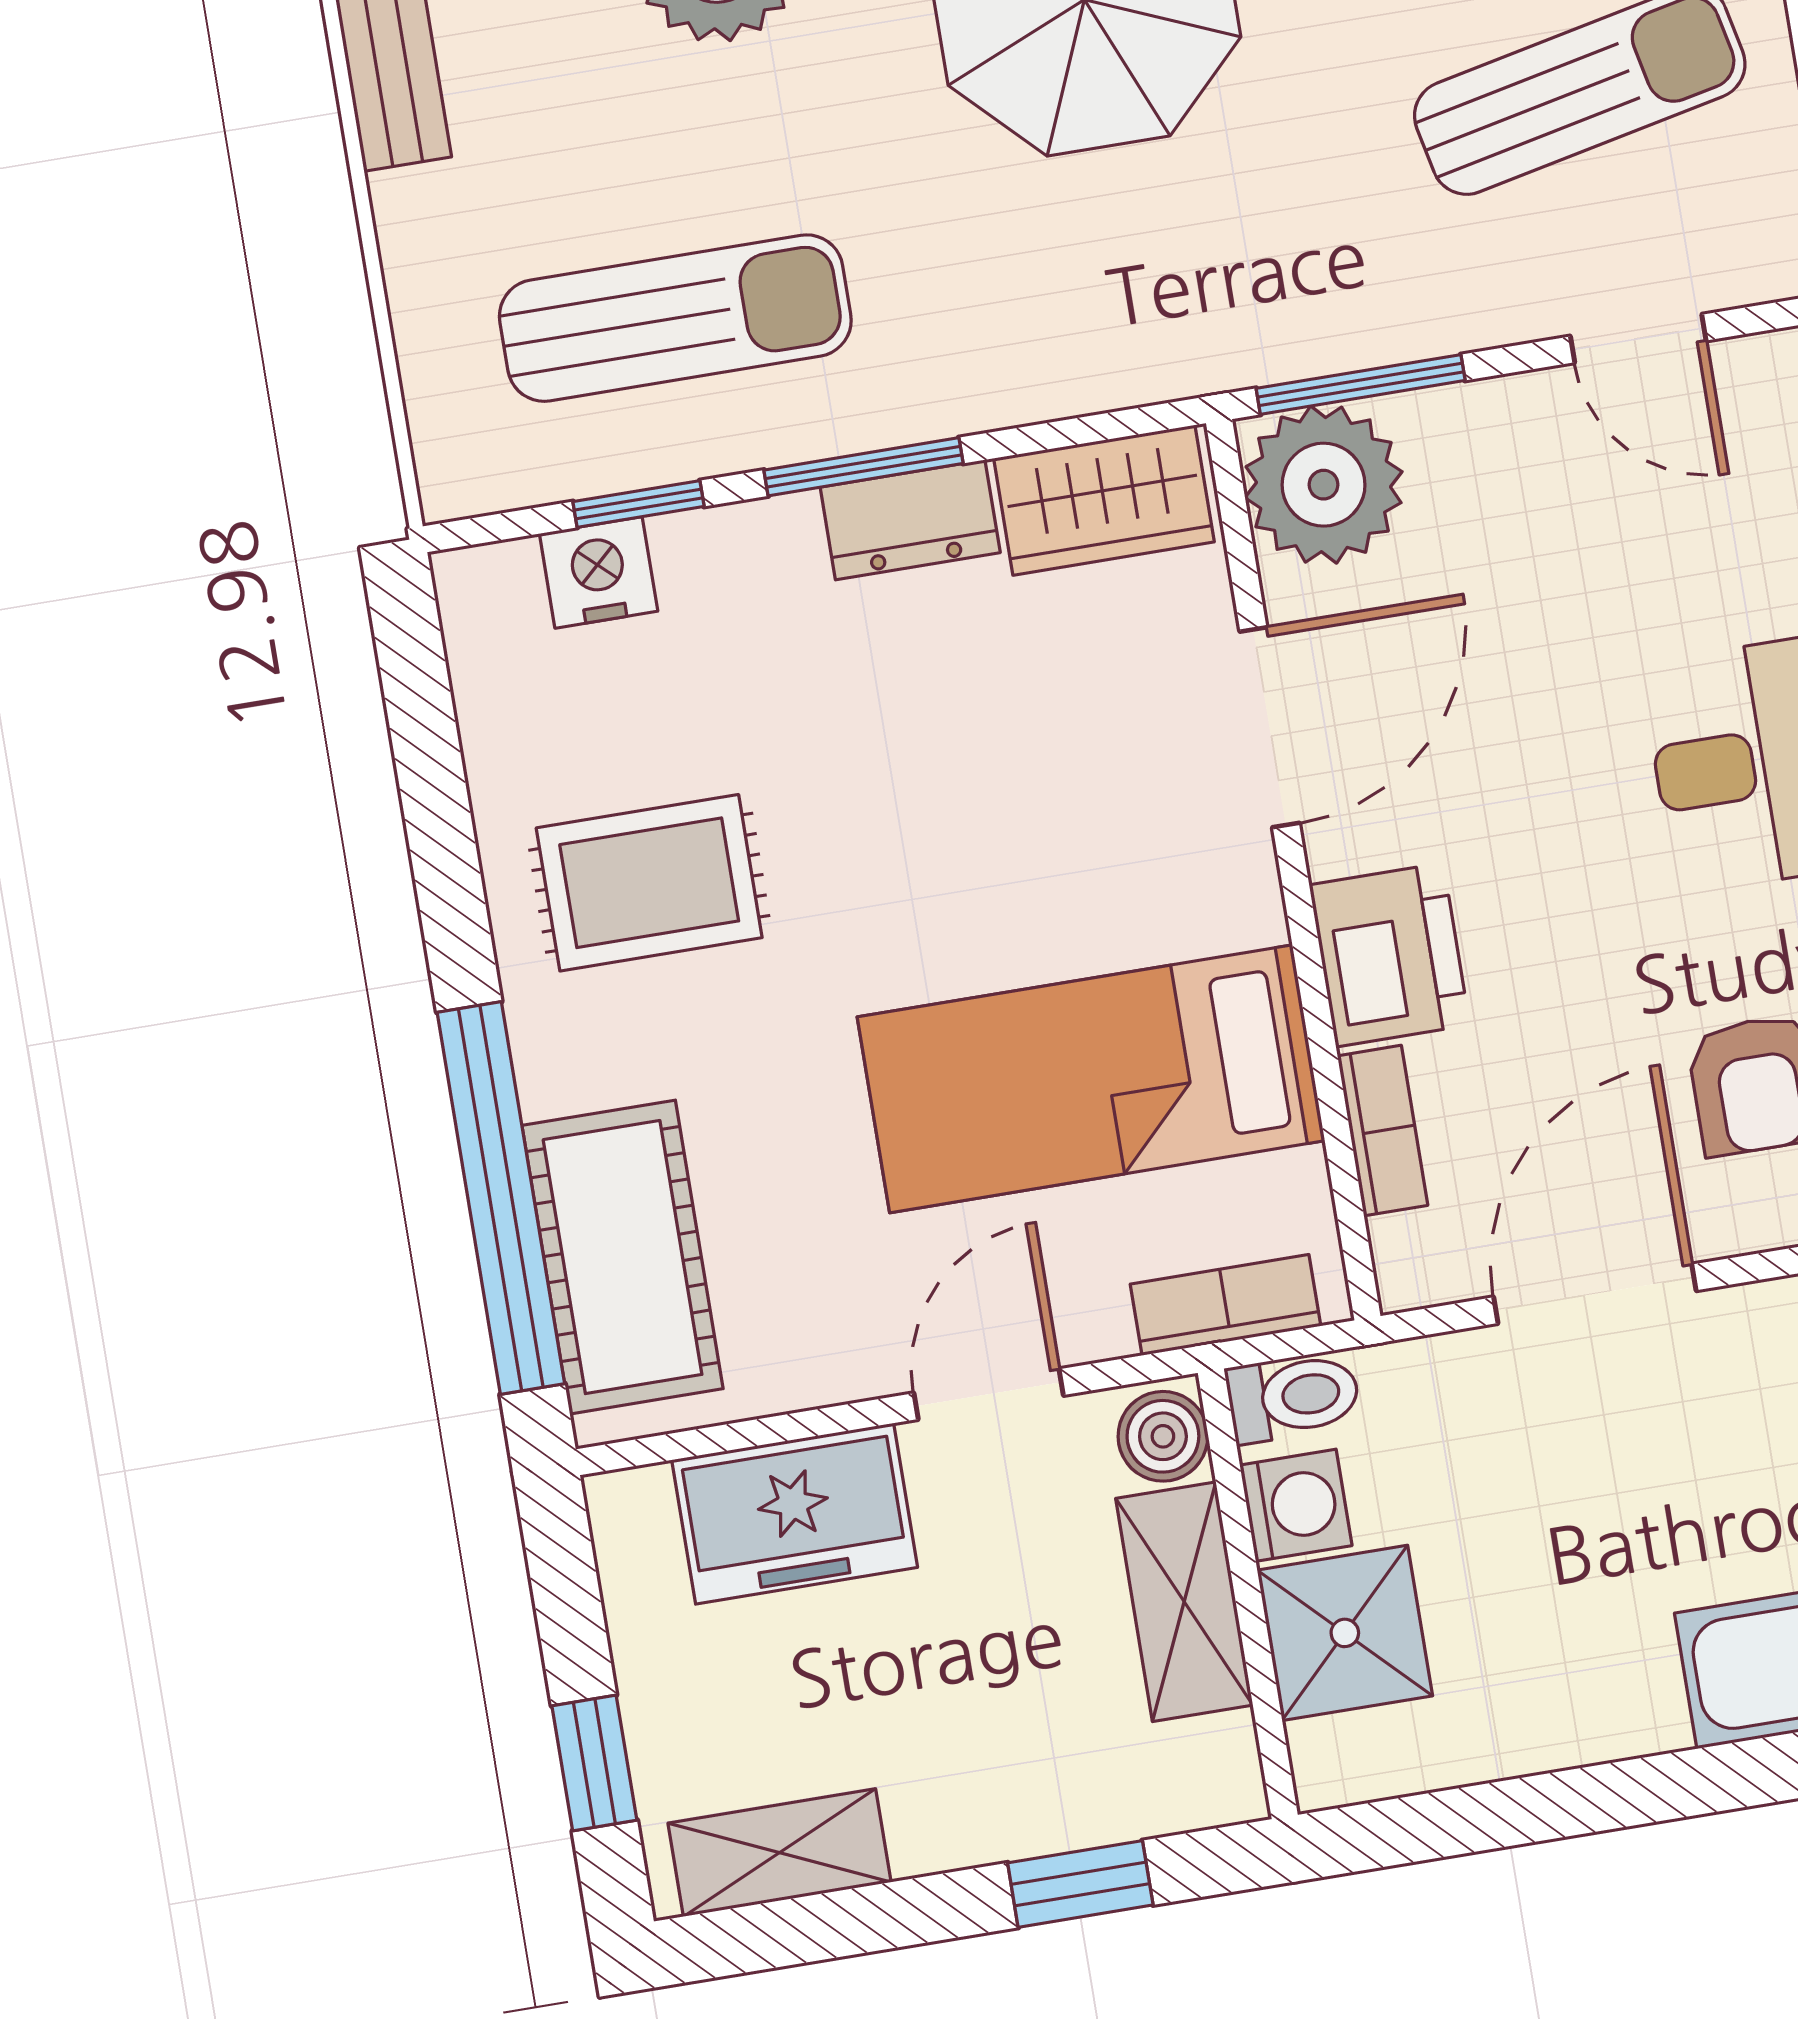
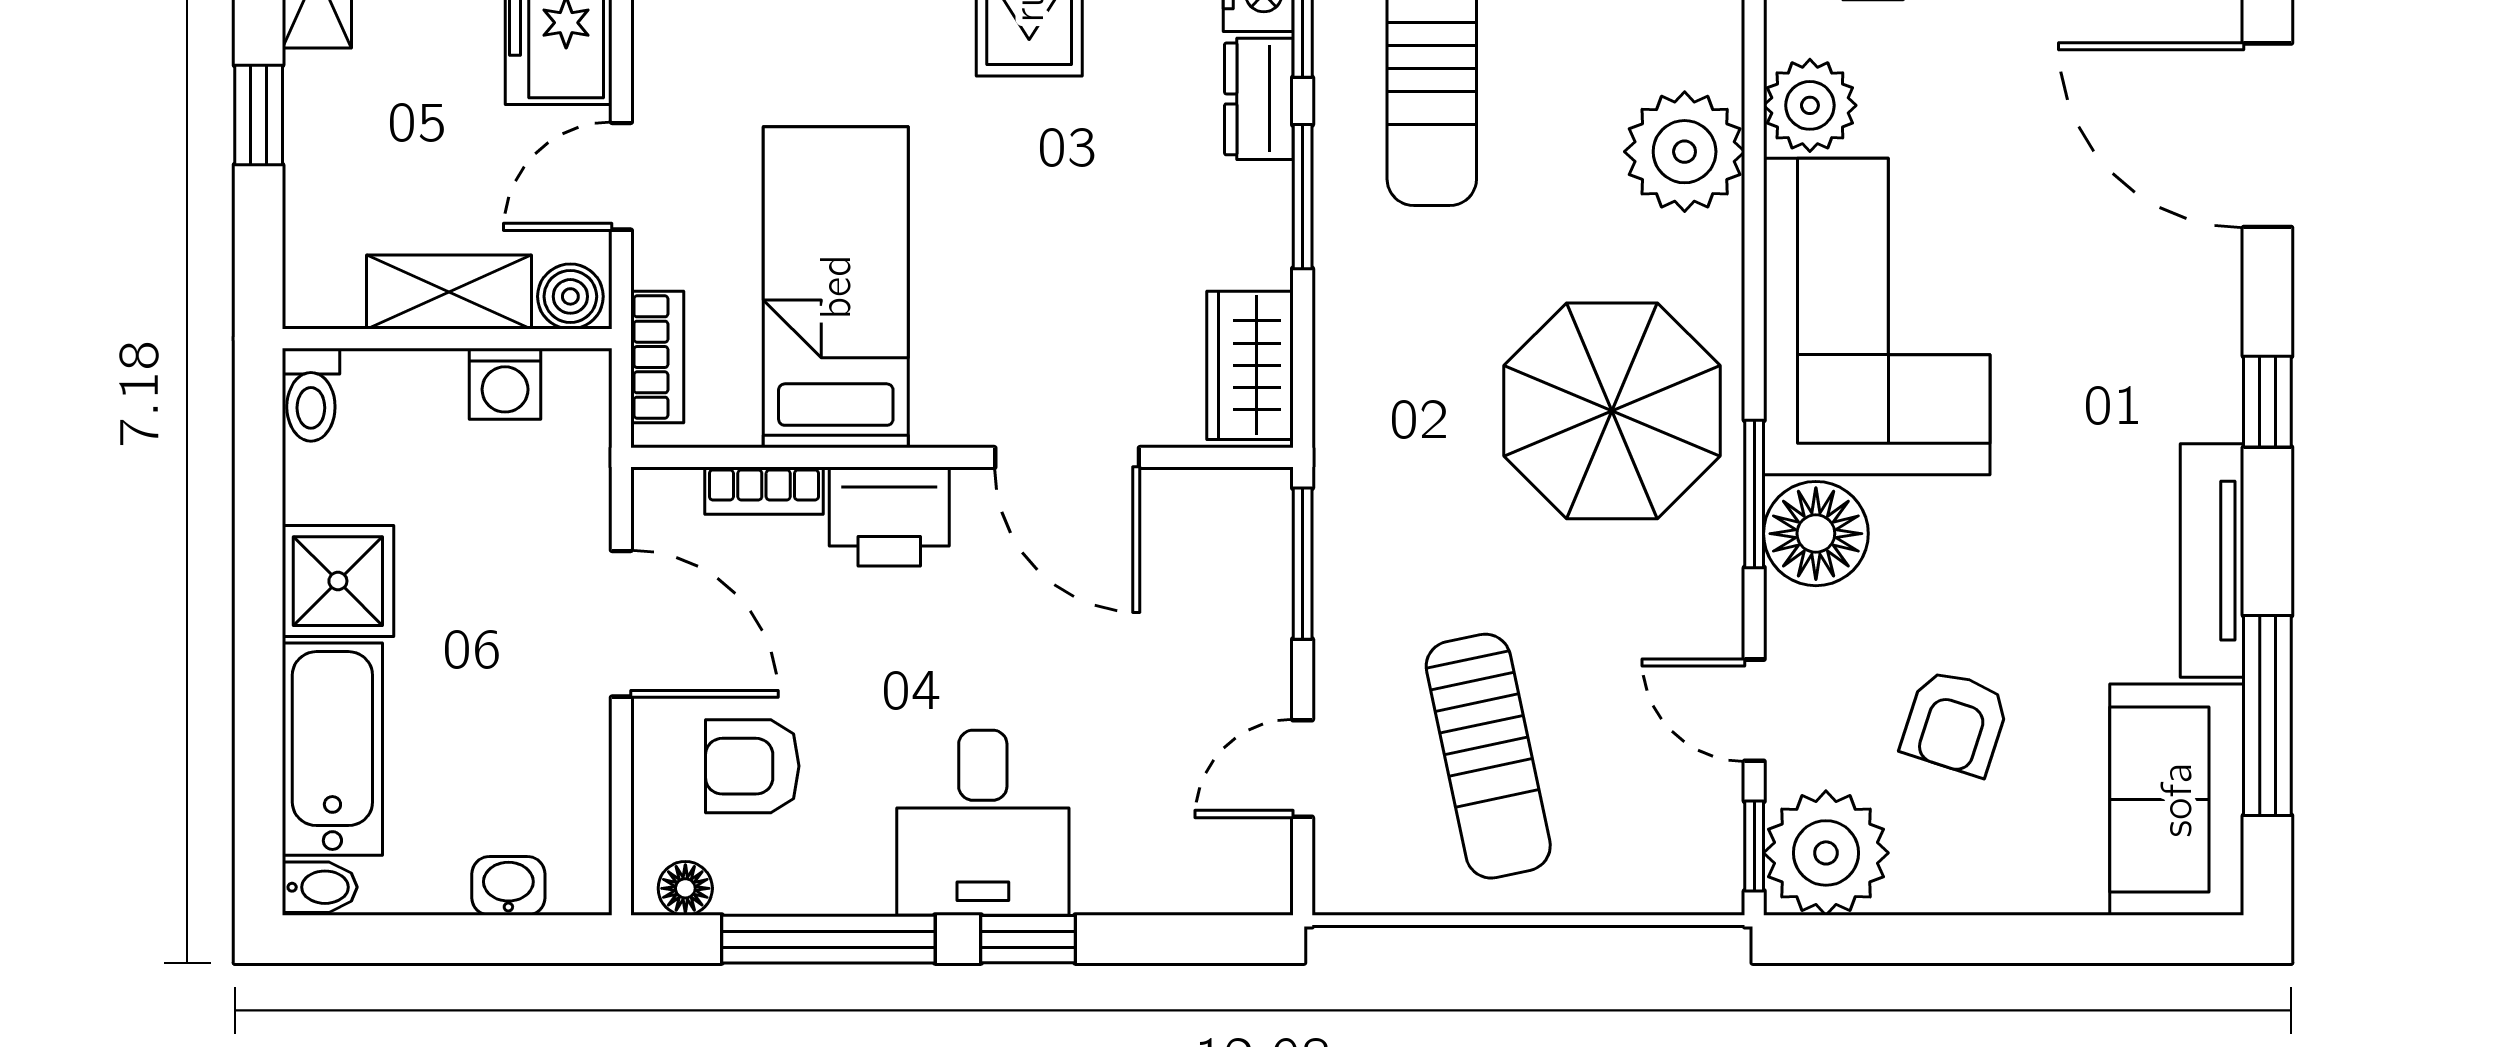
plant: (1324, 485) -> (1235, 525), removed
dresser: (910, 520) -> (1259, 99), moved
door: (989, 1394) -> (621, 176), swing flipped
toilet: (1293, 1397) -> (311, 395), moved
shower: (1345, 1633) -> (338, 581), moved
window: (1080, 1884) -> (259, 115), moved

